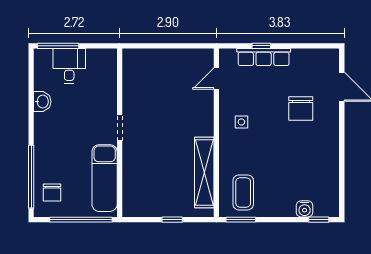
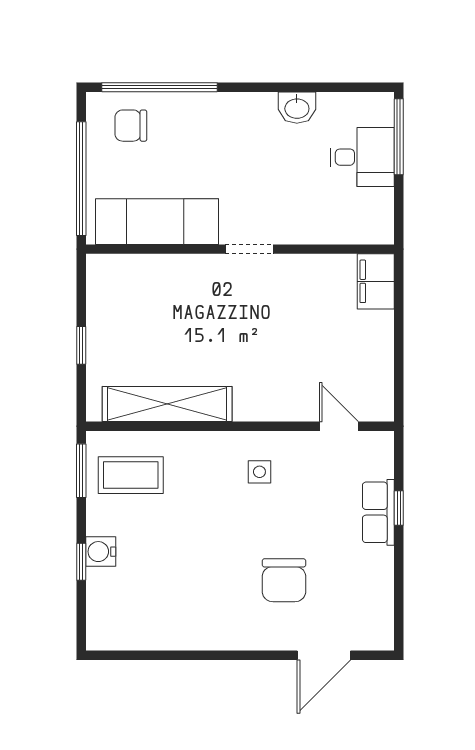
row of seats: (264, 57) -> (378, 512), width x0.68
filing cabinet: (137, 58) -> (376, 281), added
chair: (301, 109) -> (284, 580), turned -90
water cooler: (305, 209) -> (101, 552), moved
window: (319, 220) -> (81, 562), moved

